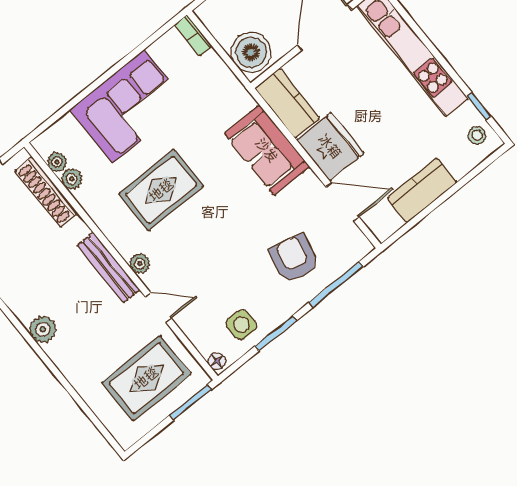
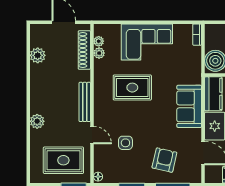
plant: (140, 264) -> (99, 111), removed
side table: (241, 325) -> (125, 143), moved
plant: (43, 329) -> (37, 121), moved

